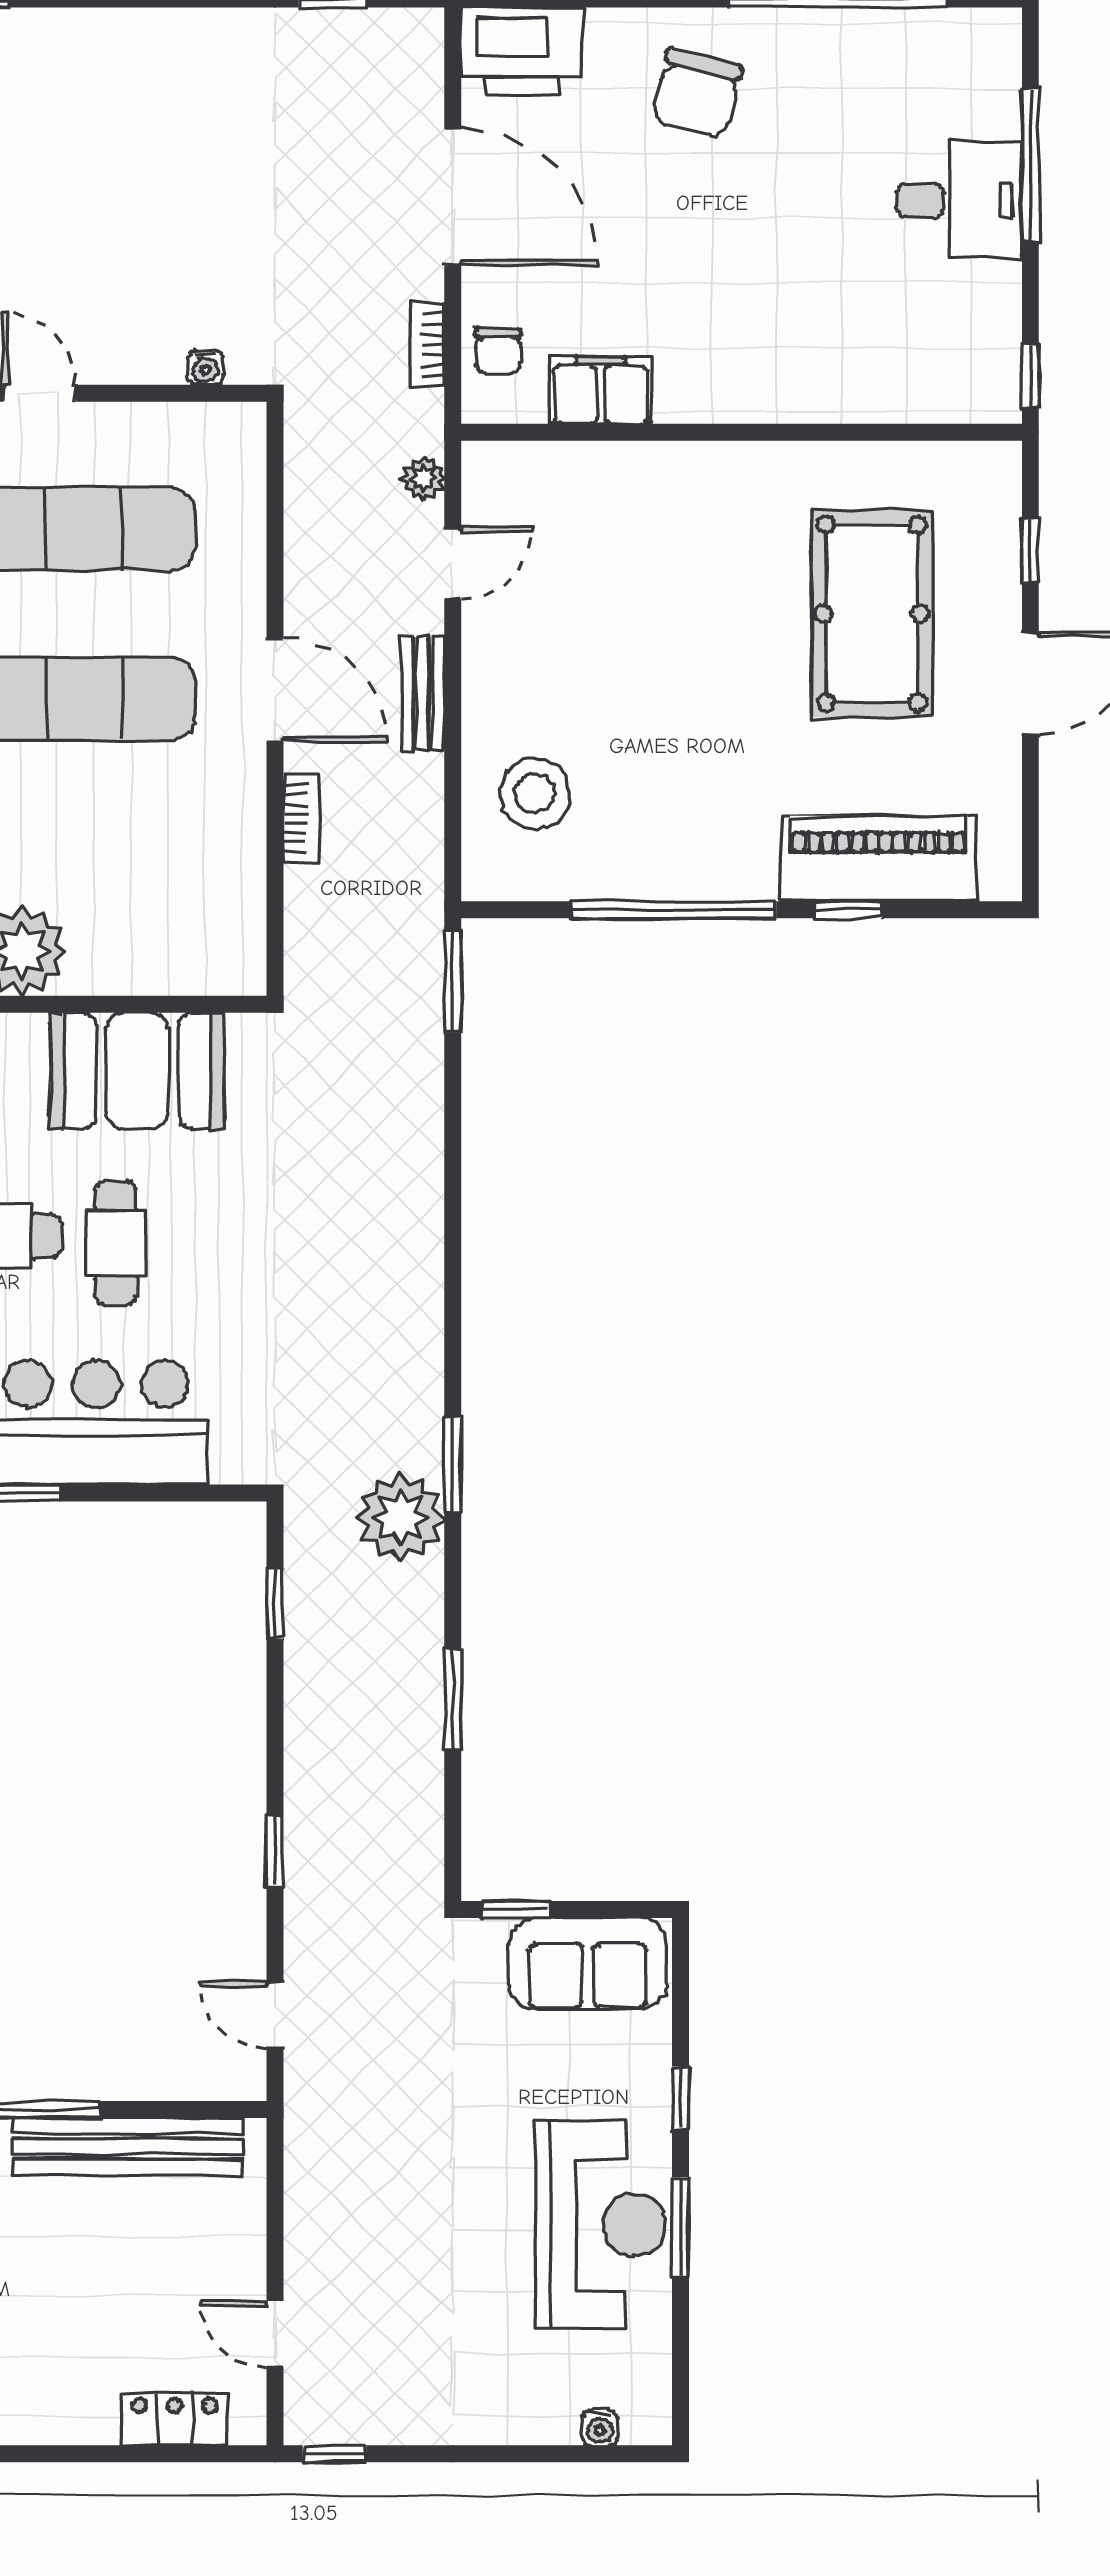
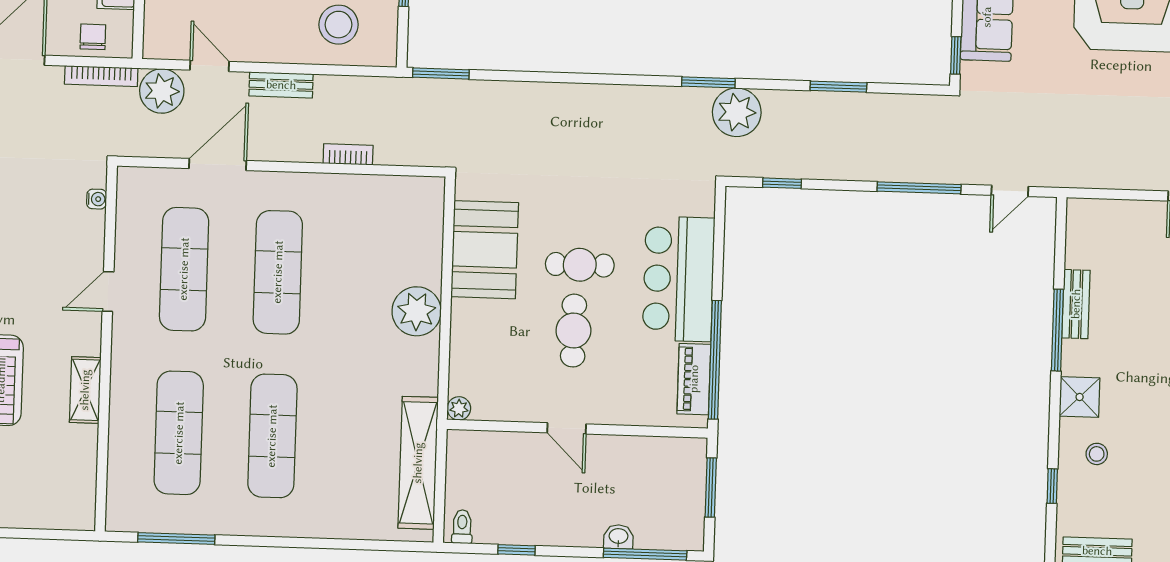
bookcase: (428, 344) -> (101, 76), width x1.56
chair: (498, 351) -> (93, 37), turned -90
plant: (423, 478) -> (162, 91), width x1.88, depth x1.88
door: (275, 690) -> (218, 165), moved
window: (275, 1851) -> (919, 188), width x2.17
bench: (128, 2146) -> (1076, 304), width x0.54, depth x0.82

